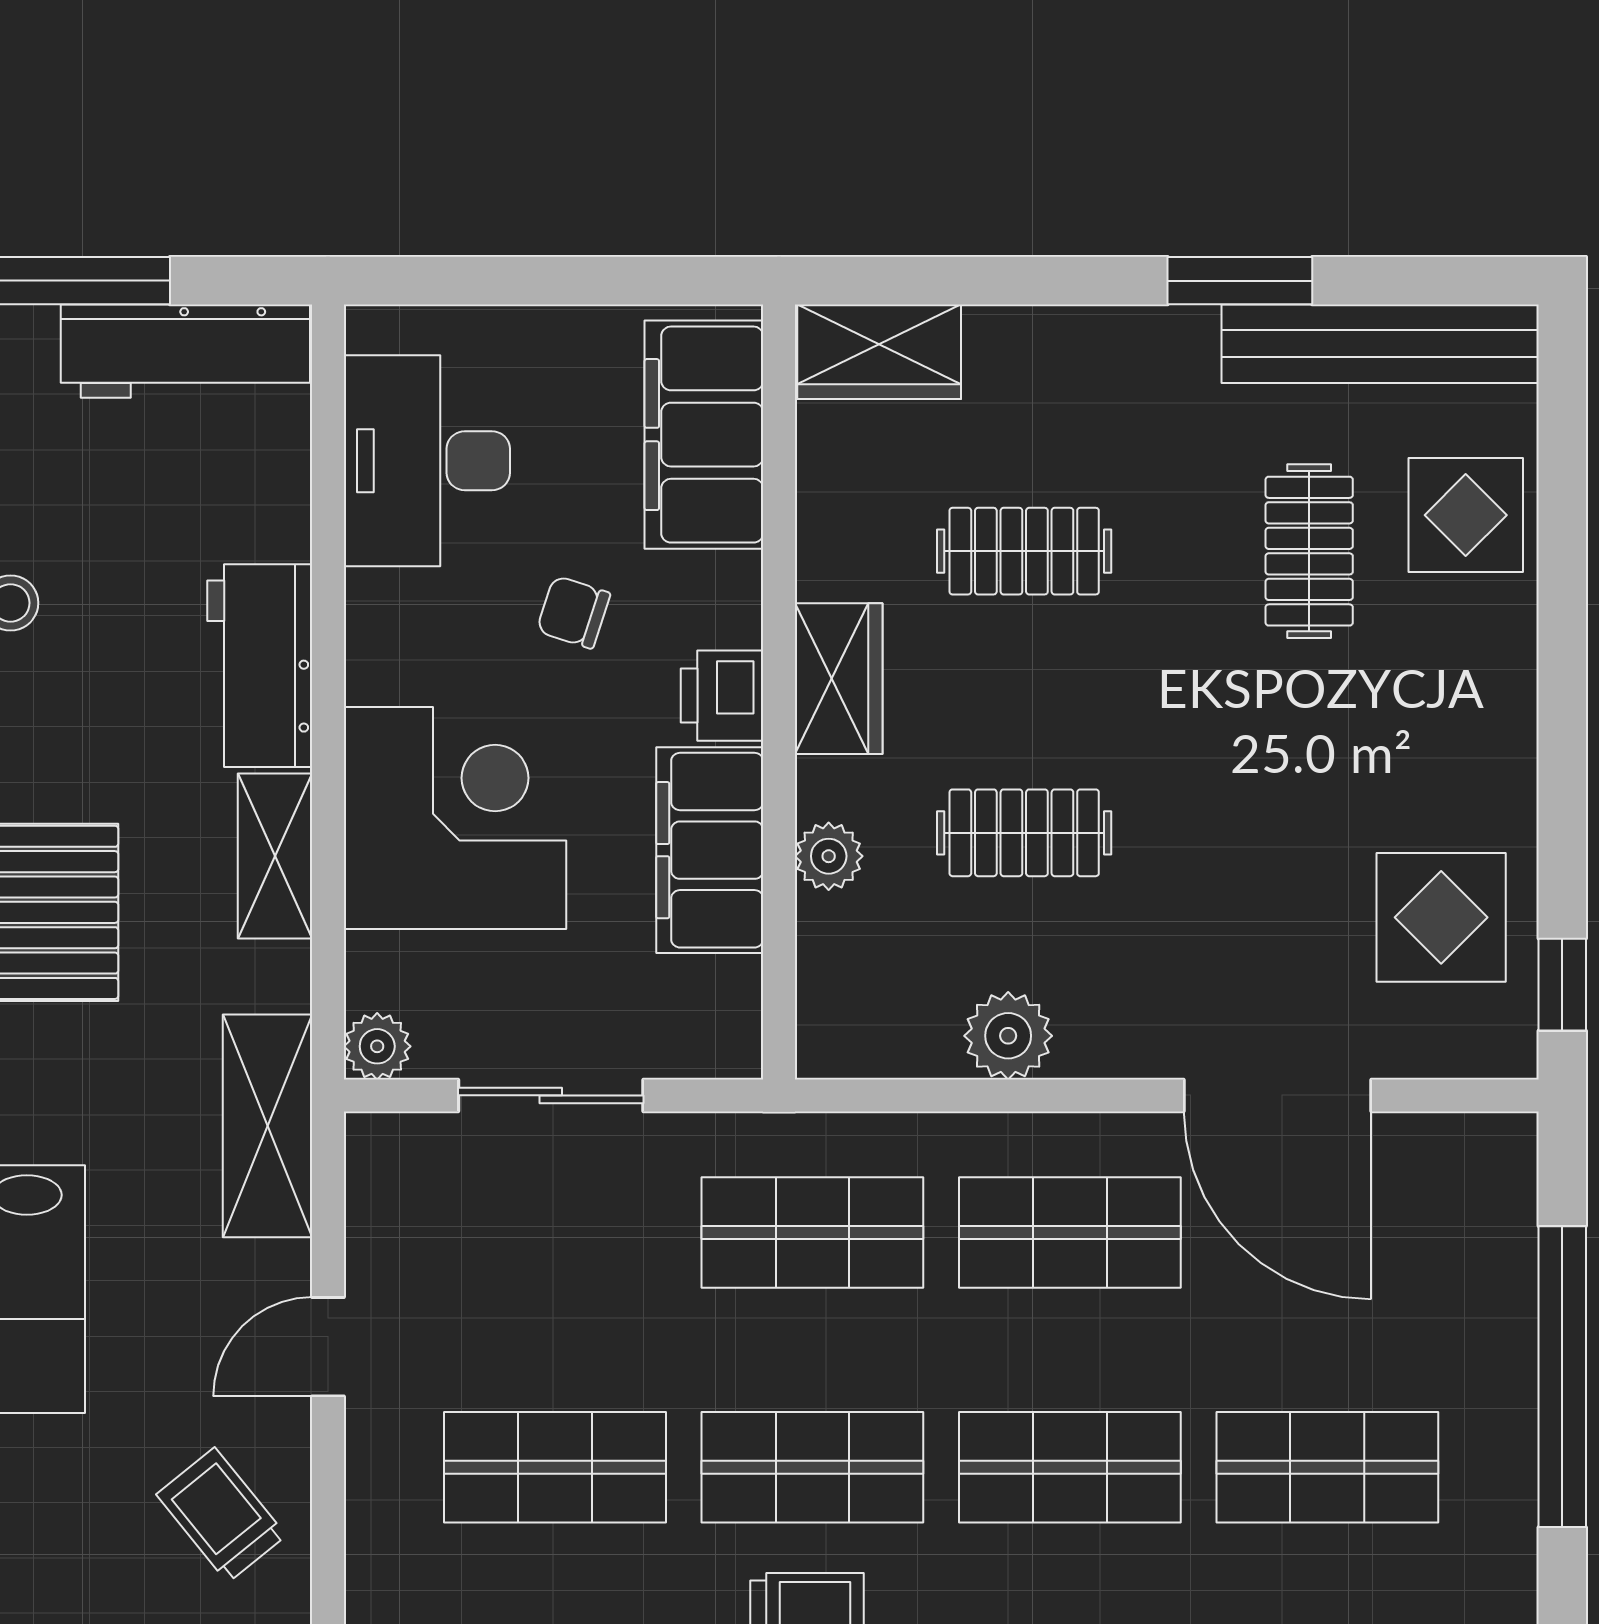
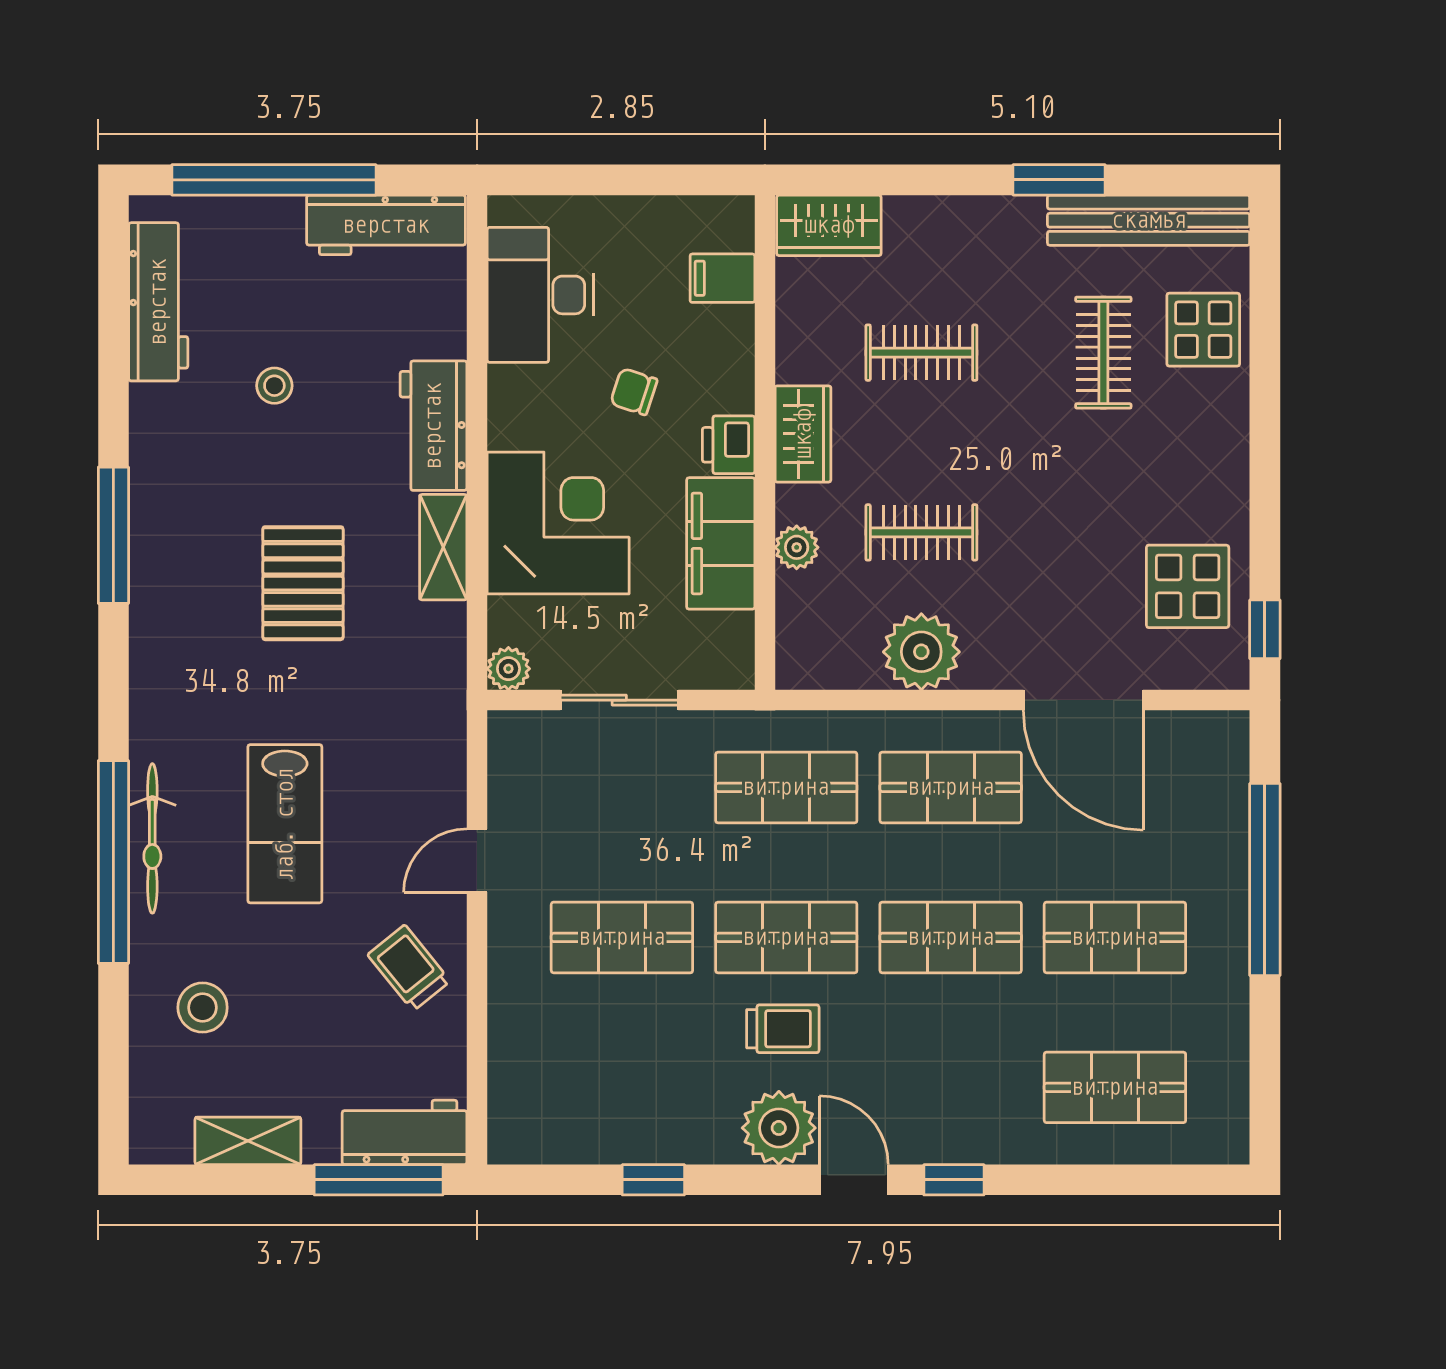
filing cabinet: (704, 435) -> (722, 278), width x0.33, depth x0.86
plant: (1008, 1036) -> (921, 652), width x1.36, depth x1.36
shelving: (268, 1126) -> (438, 719), removed

